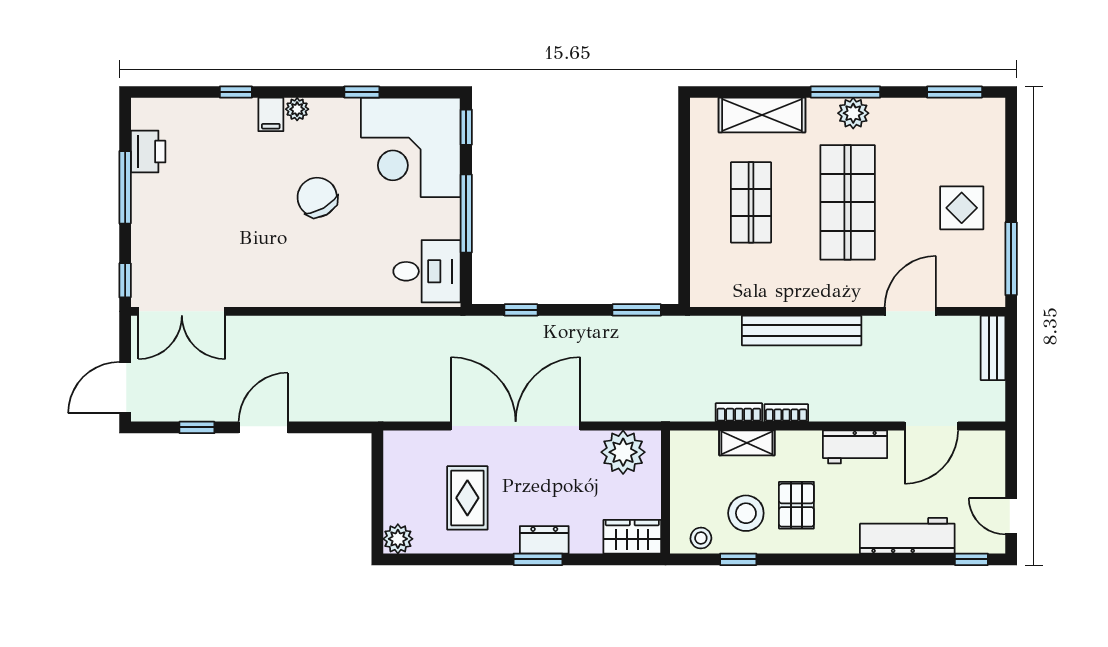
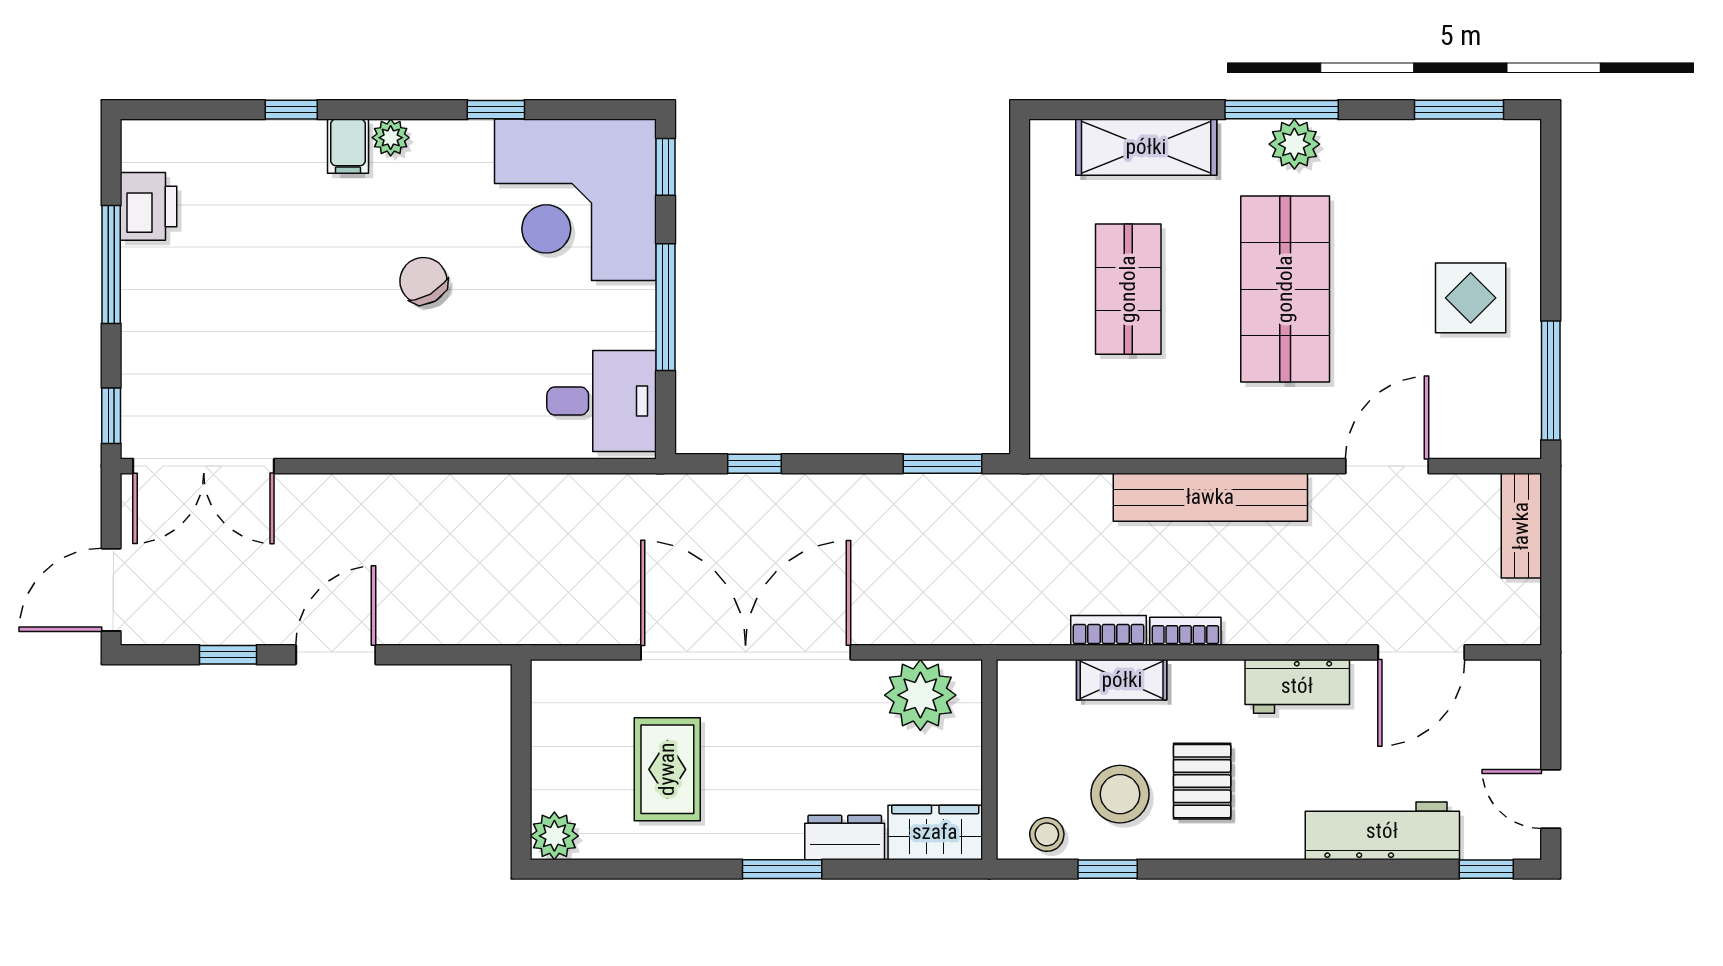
chair: (317, 197) -> (423, 281), width x0.73, depth x0.73
dresser: (544, 540) -> (845, 837), moved

